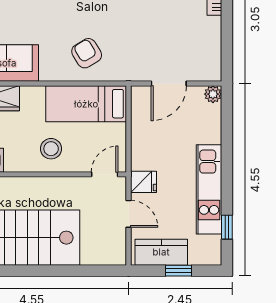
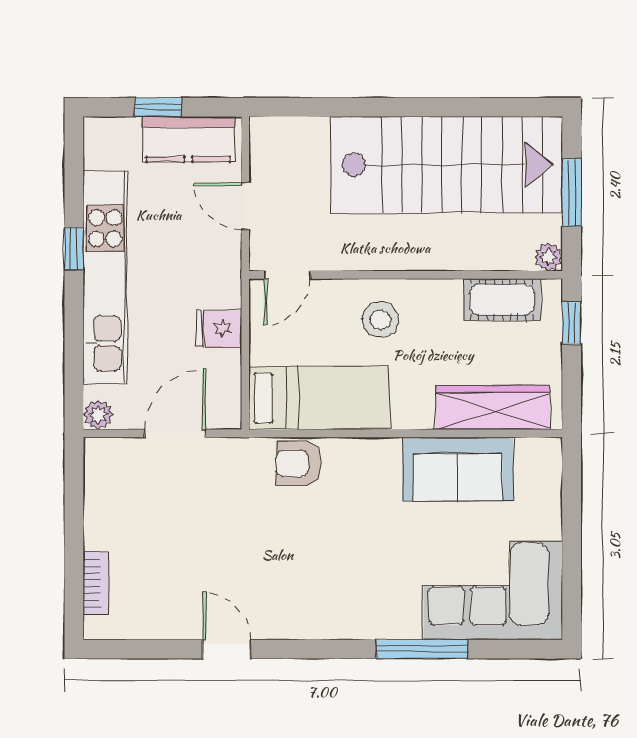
armchair: (87, 53) -> (298, 463), moved, turned 121
fridge: (144, 182) -> (219, 329), moved
kitchen unit: (209, 189) -> (105, 277), width x1.36
window: (227, 227) -> (74, 249), moved

